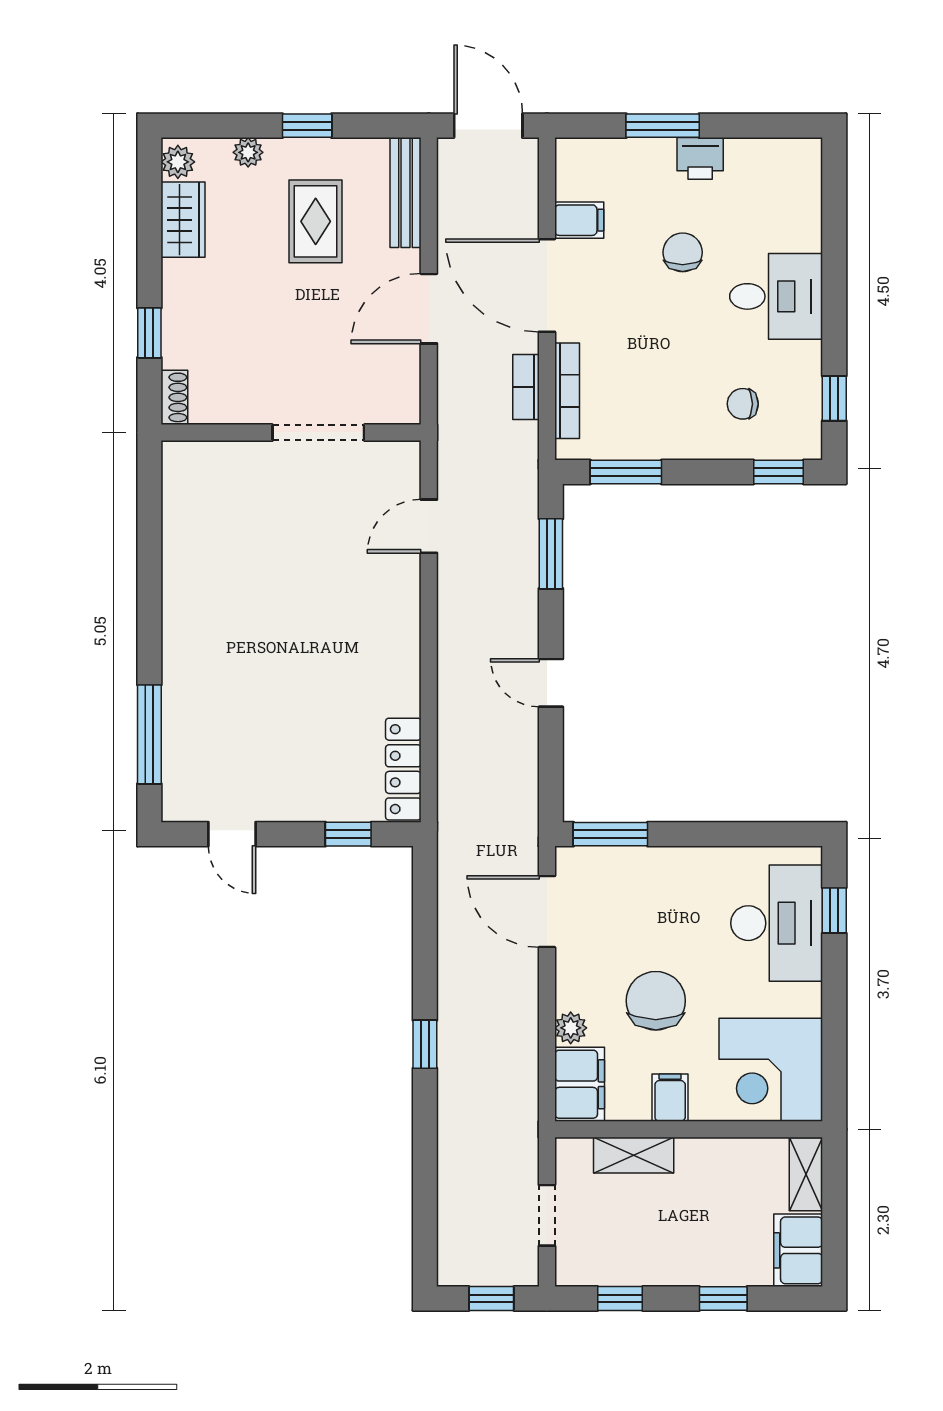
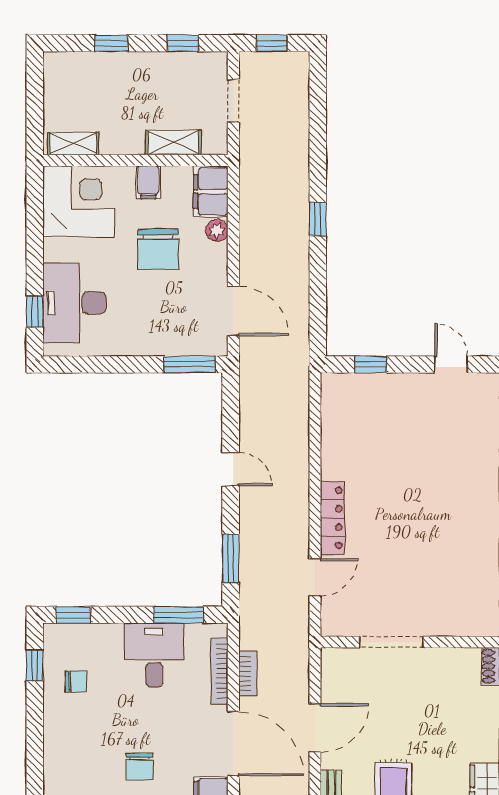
desk: (776, 296) -> (154, 655), moved, turned 90
chair: (743, 404) -> (76, 681), moved
locker: (403, 769) -> (333, 518), moved
shelving: (806, 1174) -> (73, 144), moved, turned 90
filing cabinet: (798, 1250) -> (60, 77), removed

